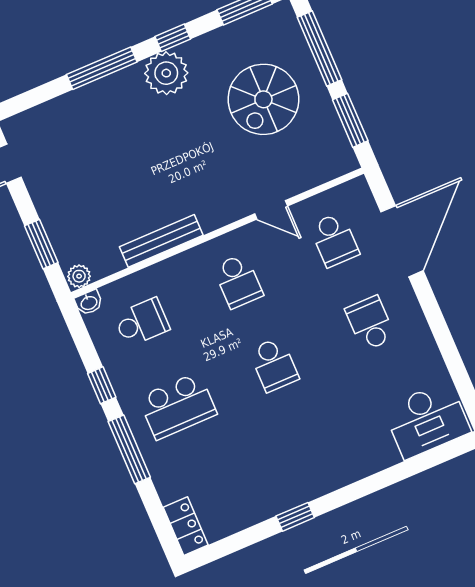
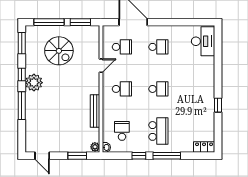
school desk: (370, 323) -> (158, 47), turned 180

